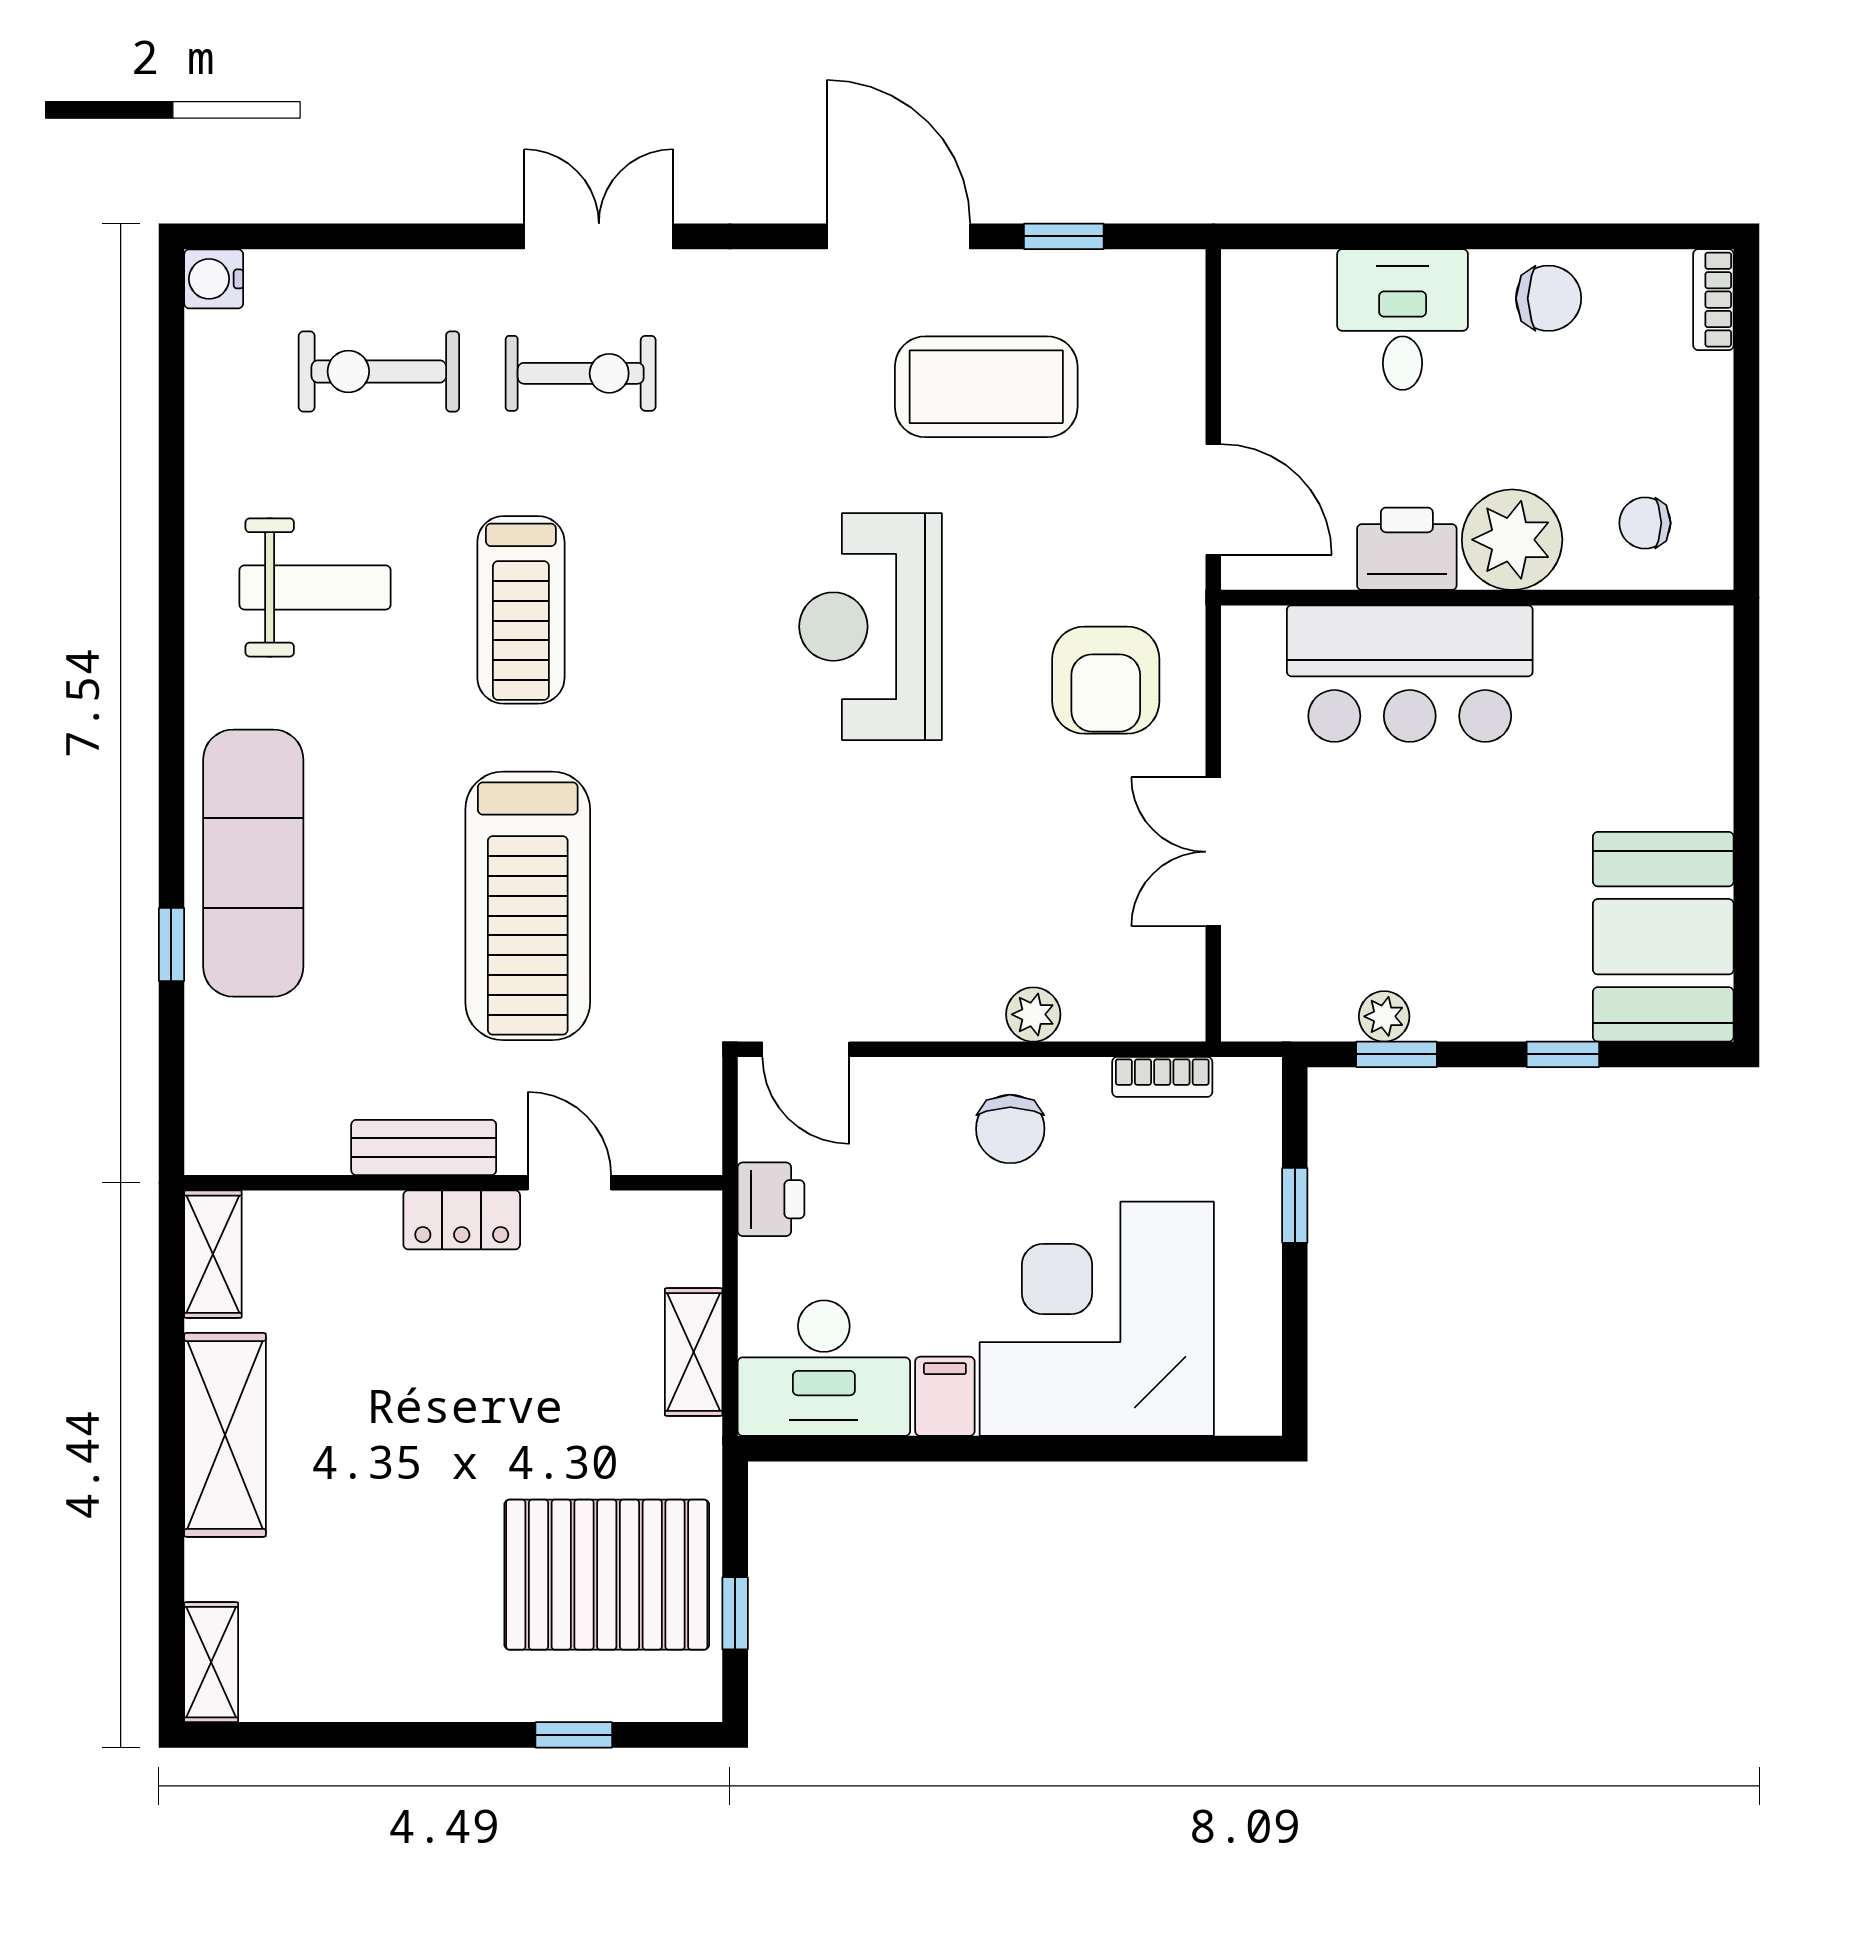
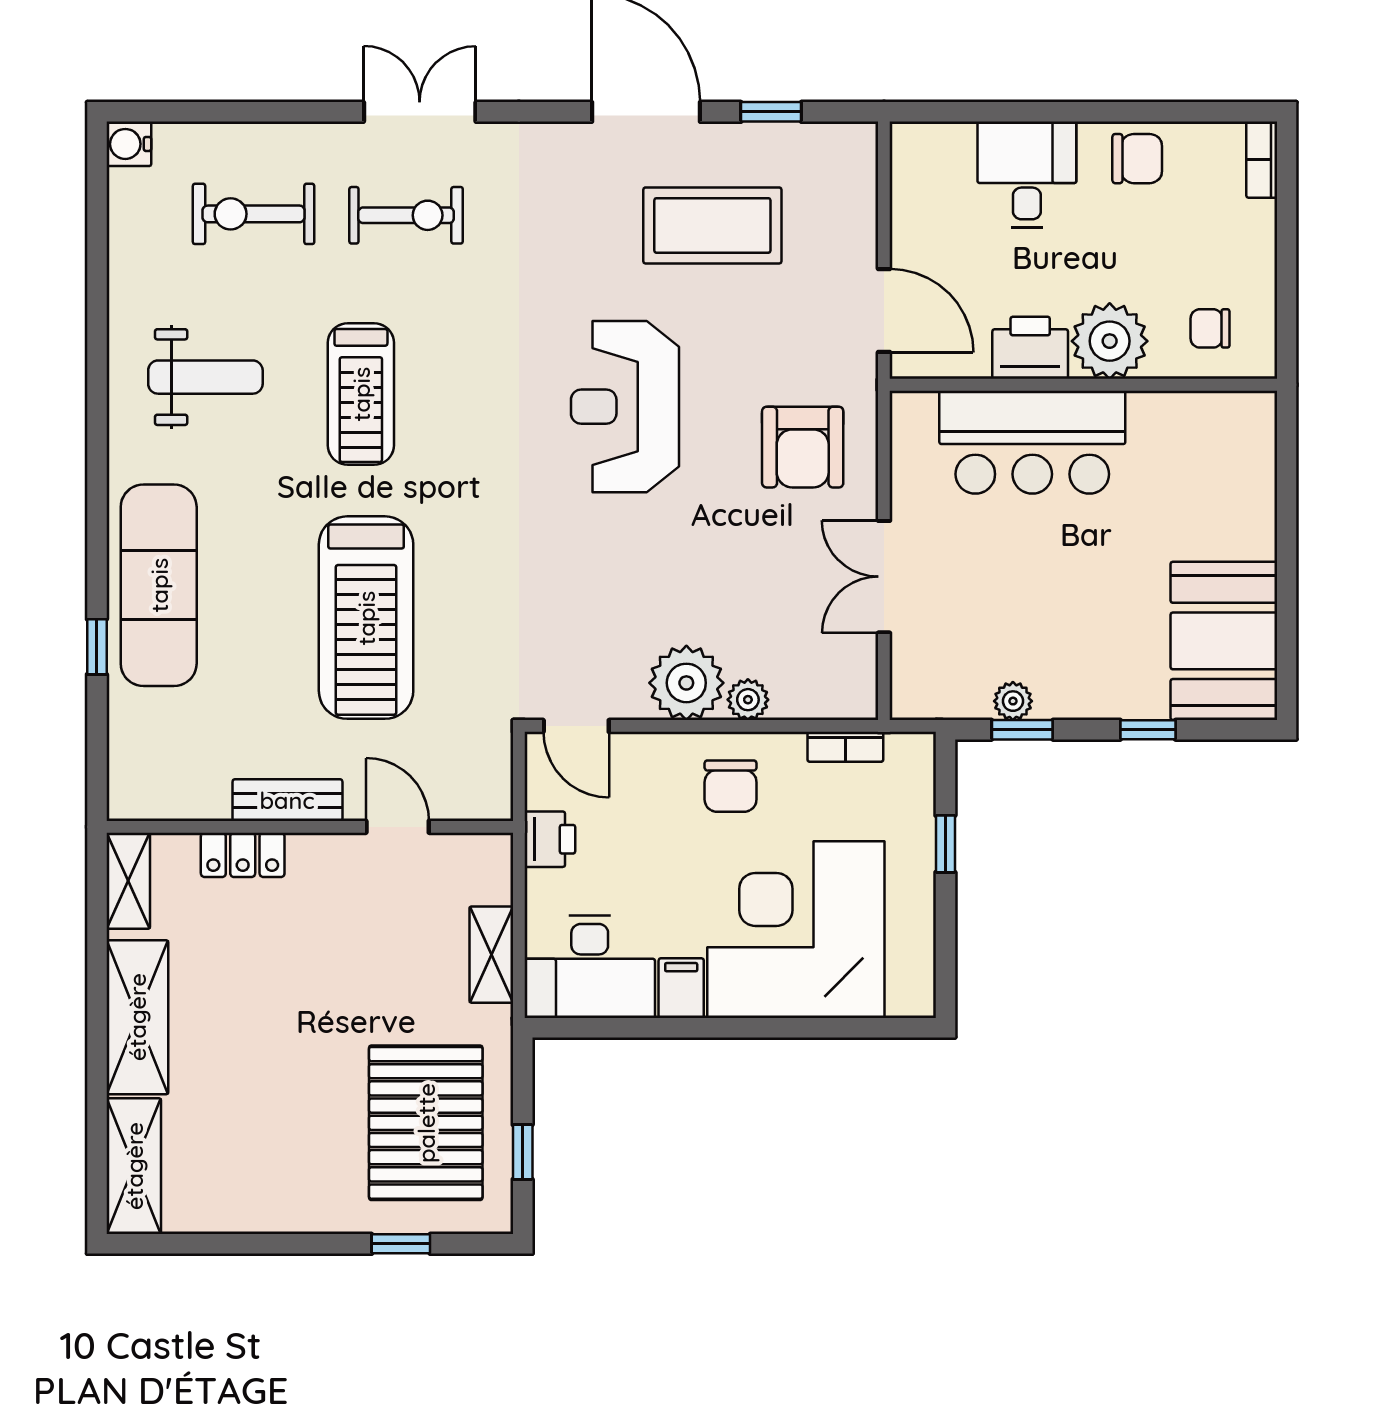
plant: (952, 992) -> (686, 683), added
locker: (462, 1220) -> (243, 855), moved
pallet: (607, 1575) -> (426, 1123), turned 90
shelving: (211, 1662) -> (134, 1166), width x1.50, depth x1.33

